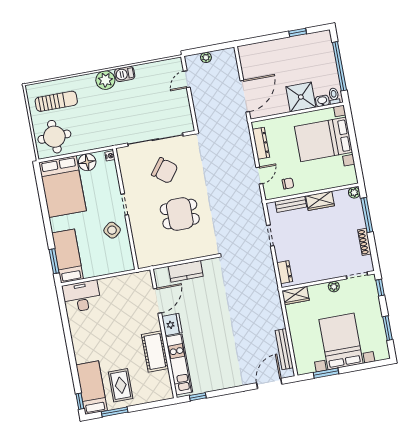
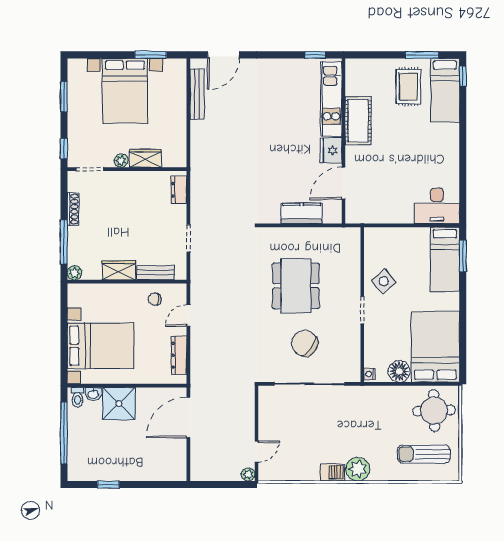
plant: (206, 57) -> (248, 474), moved
dining table: (180, 214) -> (296, 286), width x1.38
wardrobe: (296, 296) -> (145, 158), moved

